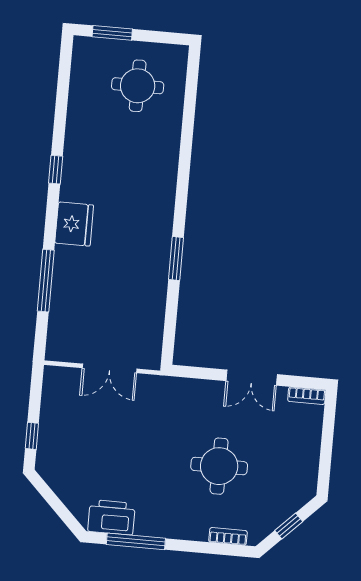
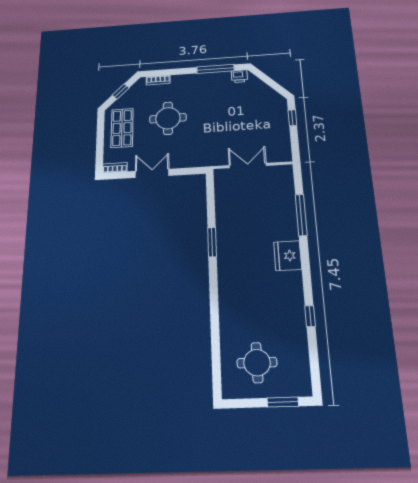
window: (56, 170) -> (310, 316), moved
shop shelf: (291, 461) -> (122, 128), added
printer: (111, 517) -> (239, 76), width x0.53, depth x0.68

